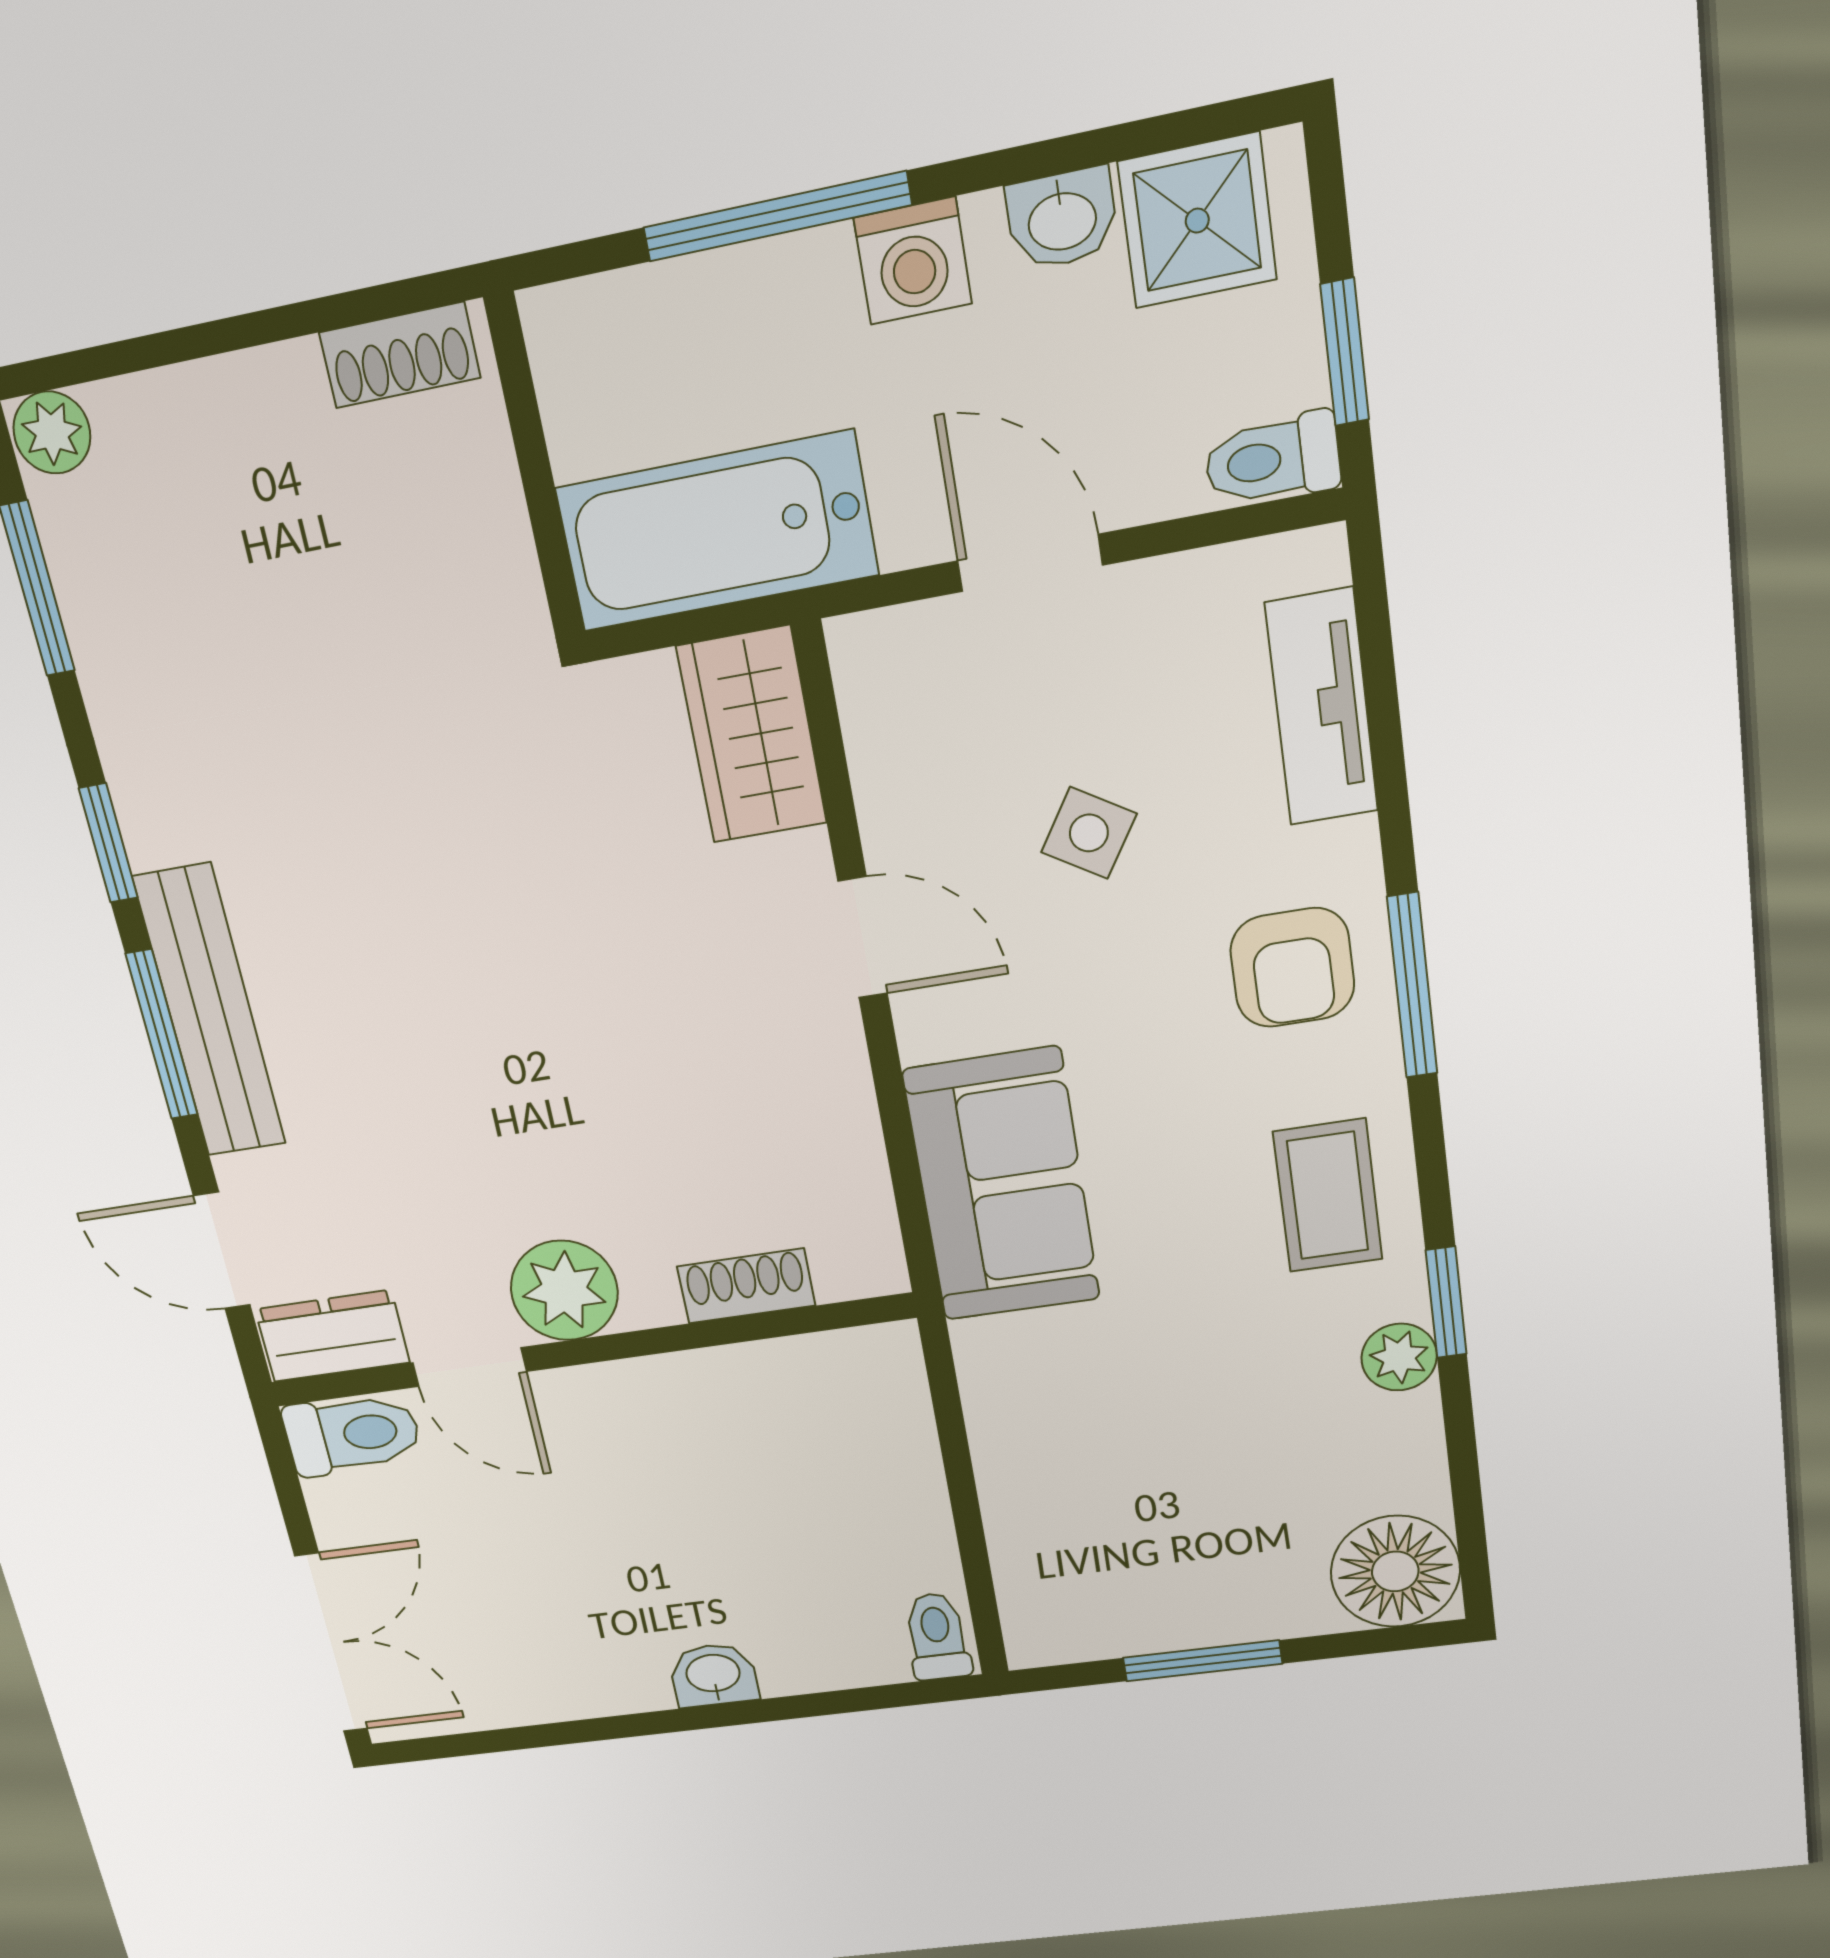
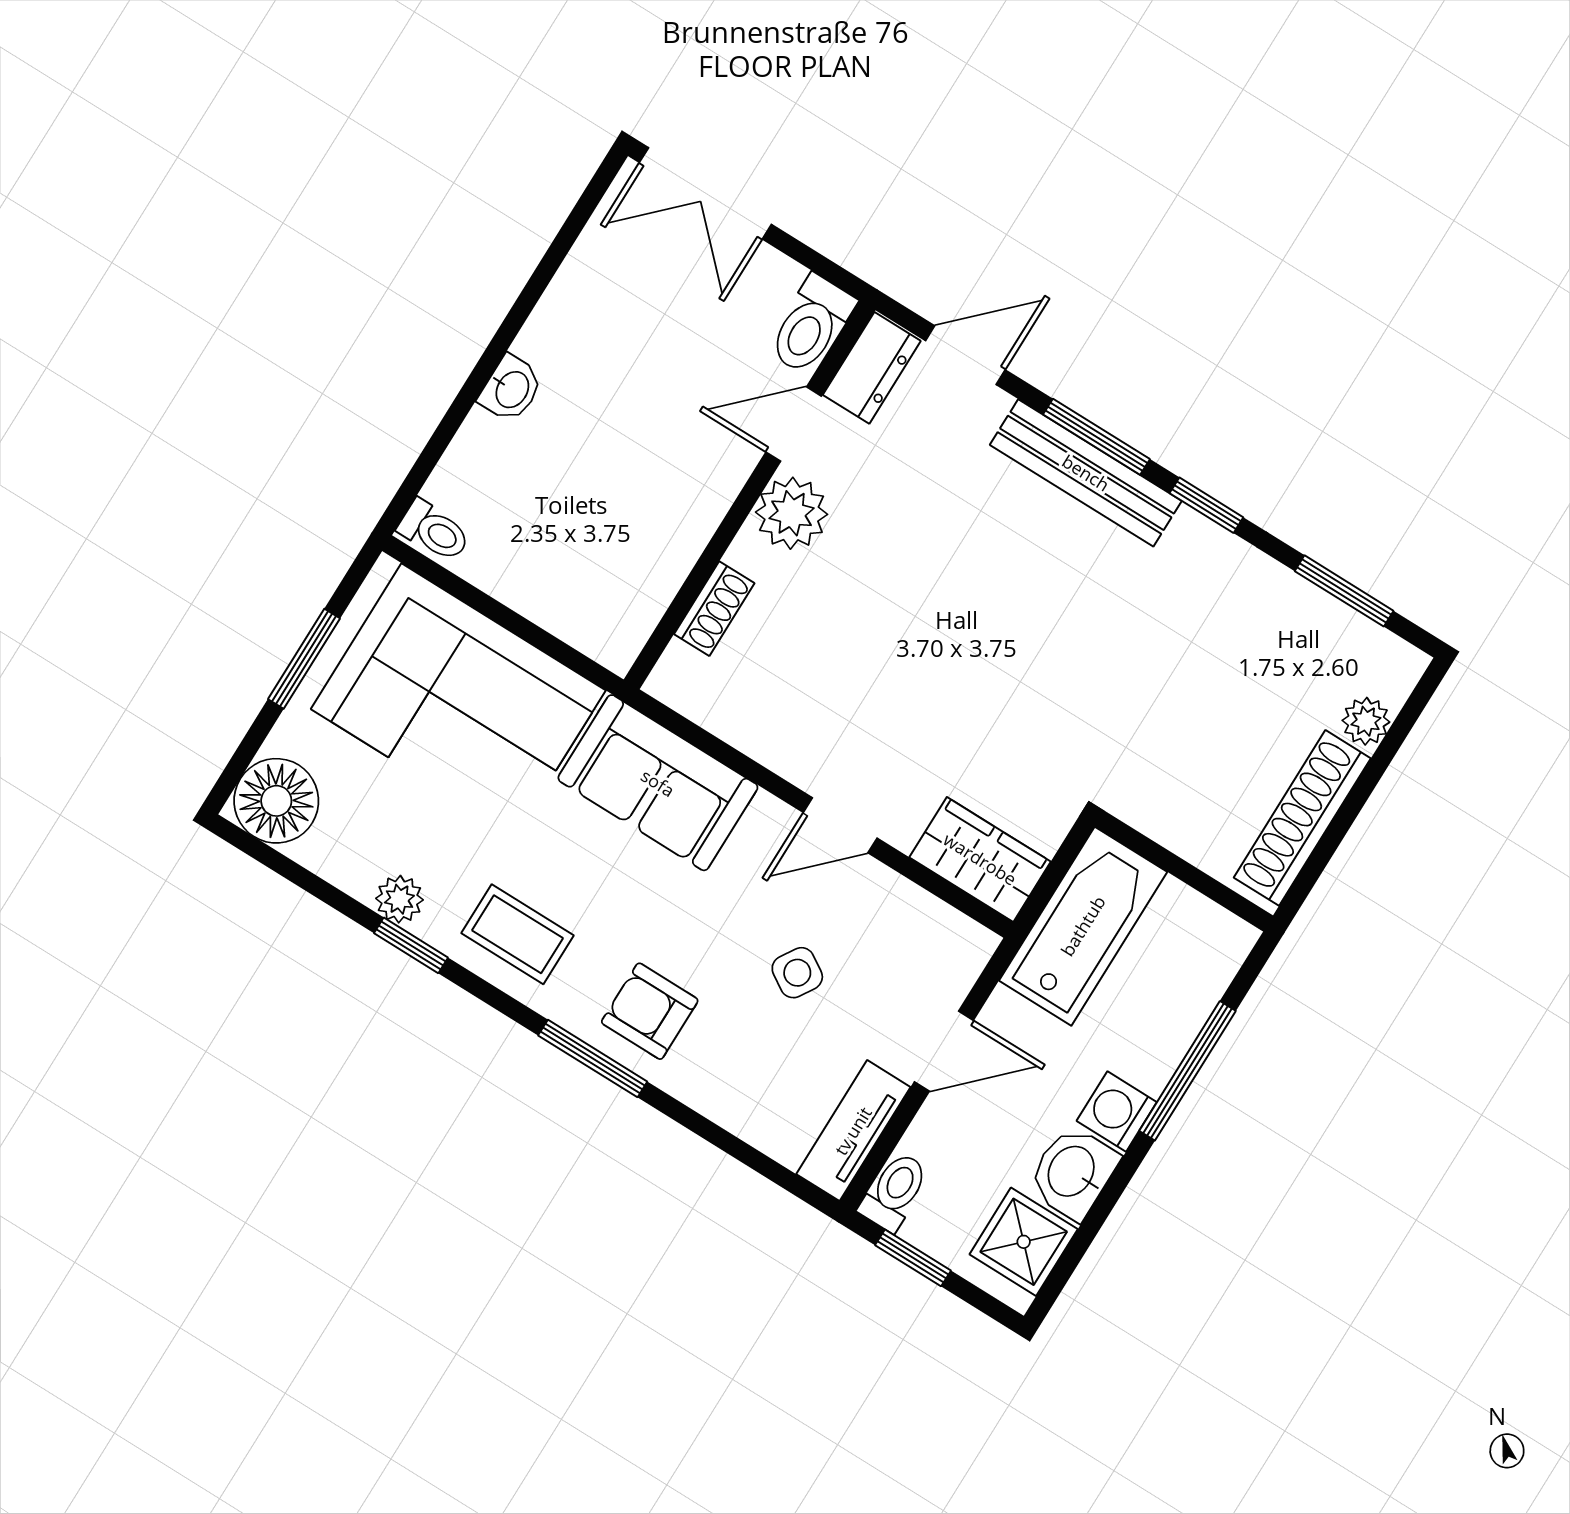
washbasin: (1062, 219) -> (1073, 1172), width x1.38, depth x1.45
shoe rack: (400, 355) -> (1302, 818), width x1.94, depth x1.24
plant: (52, 433) -> (1366, 721), moved
tv unit: (1322, 707) -> (853, 1131), moved, turned -90
corner sofa: (1103, 1472) -> (458, 700), added

